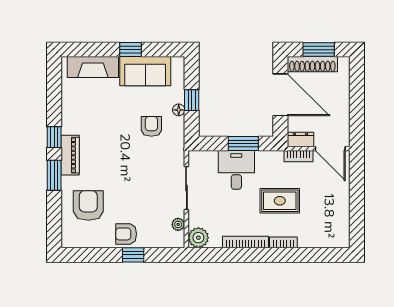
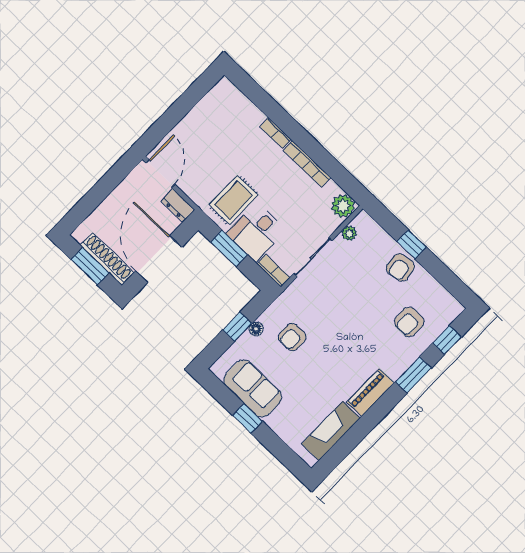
fireplace: (93, 67) -> (331, 431), moved, turned -90
window: (54, 137) -> (447, 340), moved
piano: (70, 155) -> (370, 393), moved
bookcase: (298, 156) -> (274, 271), moved
rug: (280, 201) -> (234, 200), moved, turned 90
armchair: (88, 206) -> (409, 322), width x0.72, depth x0.72
armchair: (126, 234) -> (401, 267), turned 82

